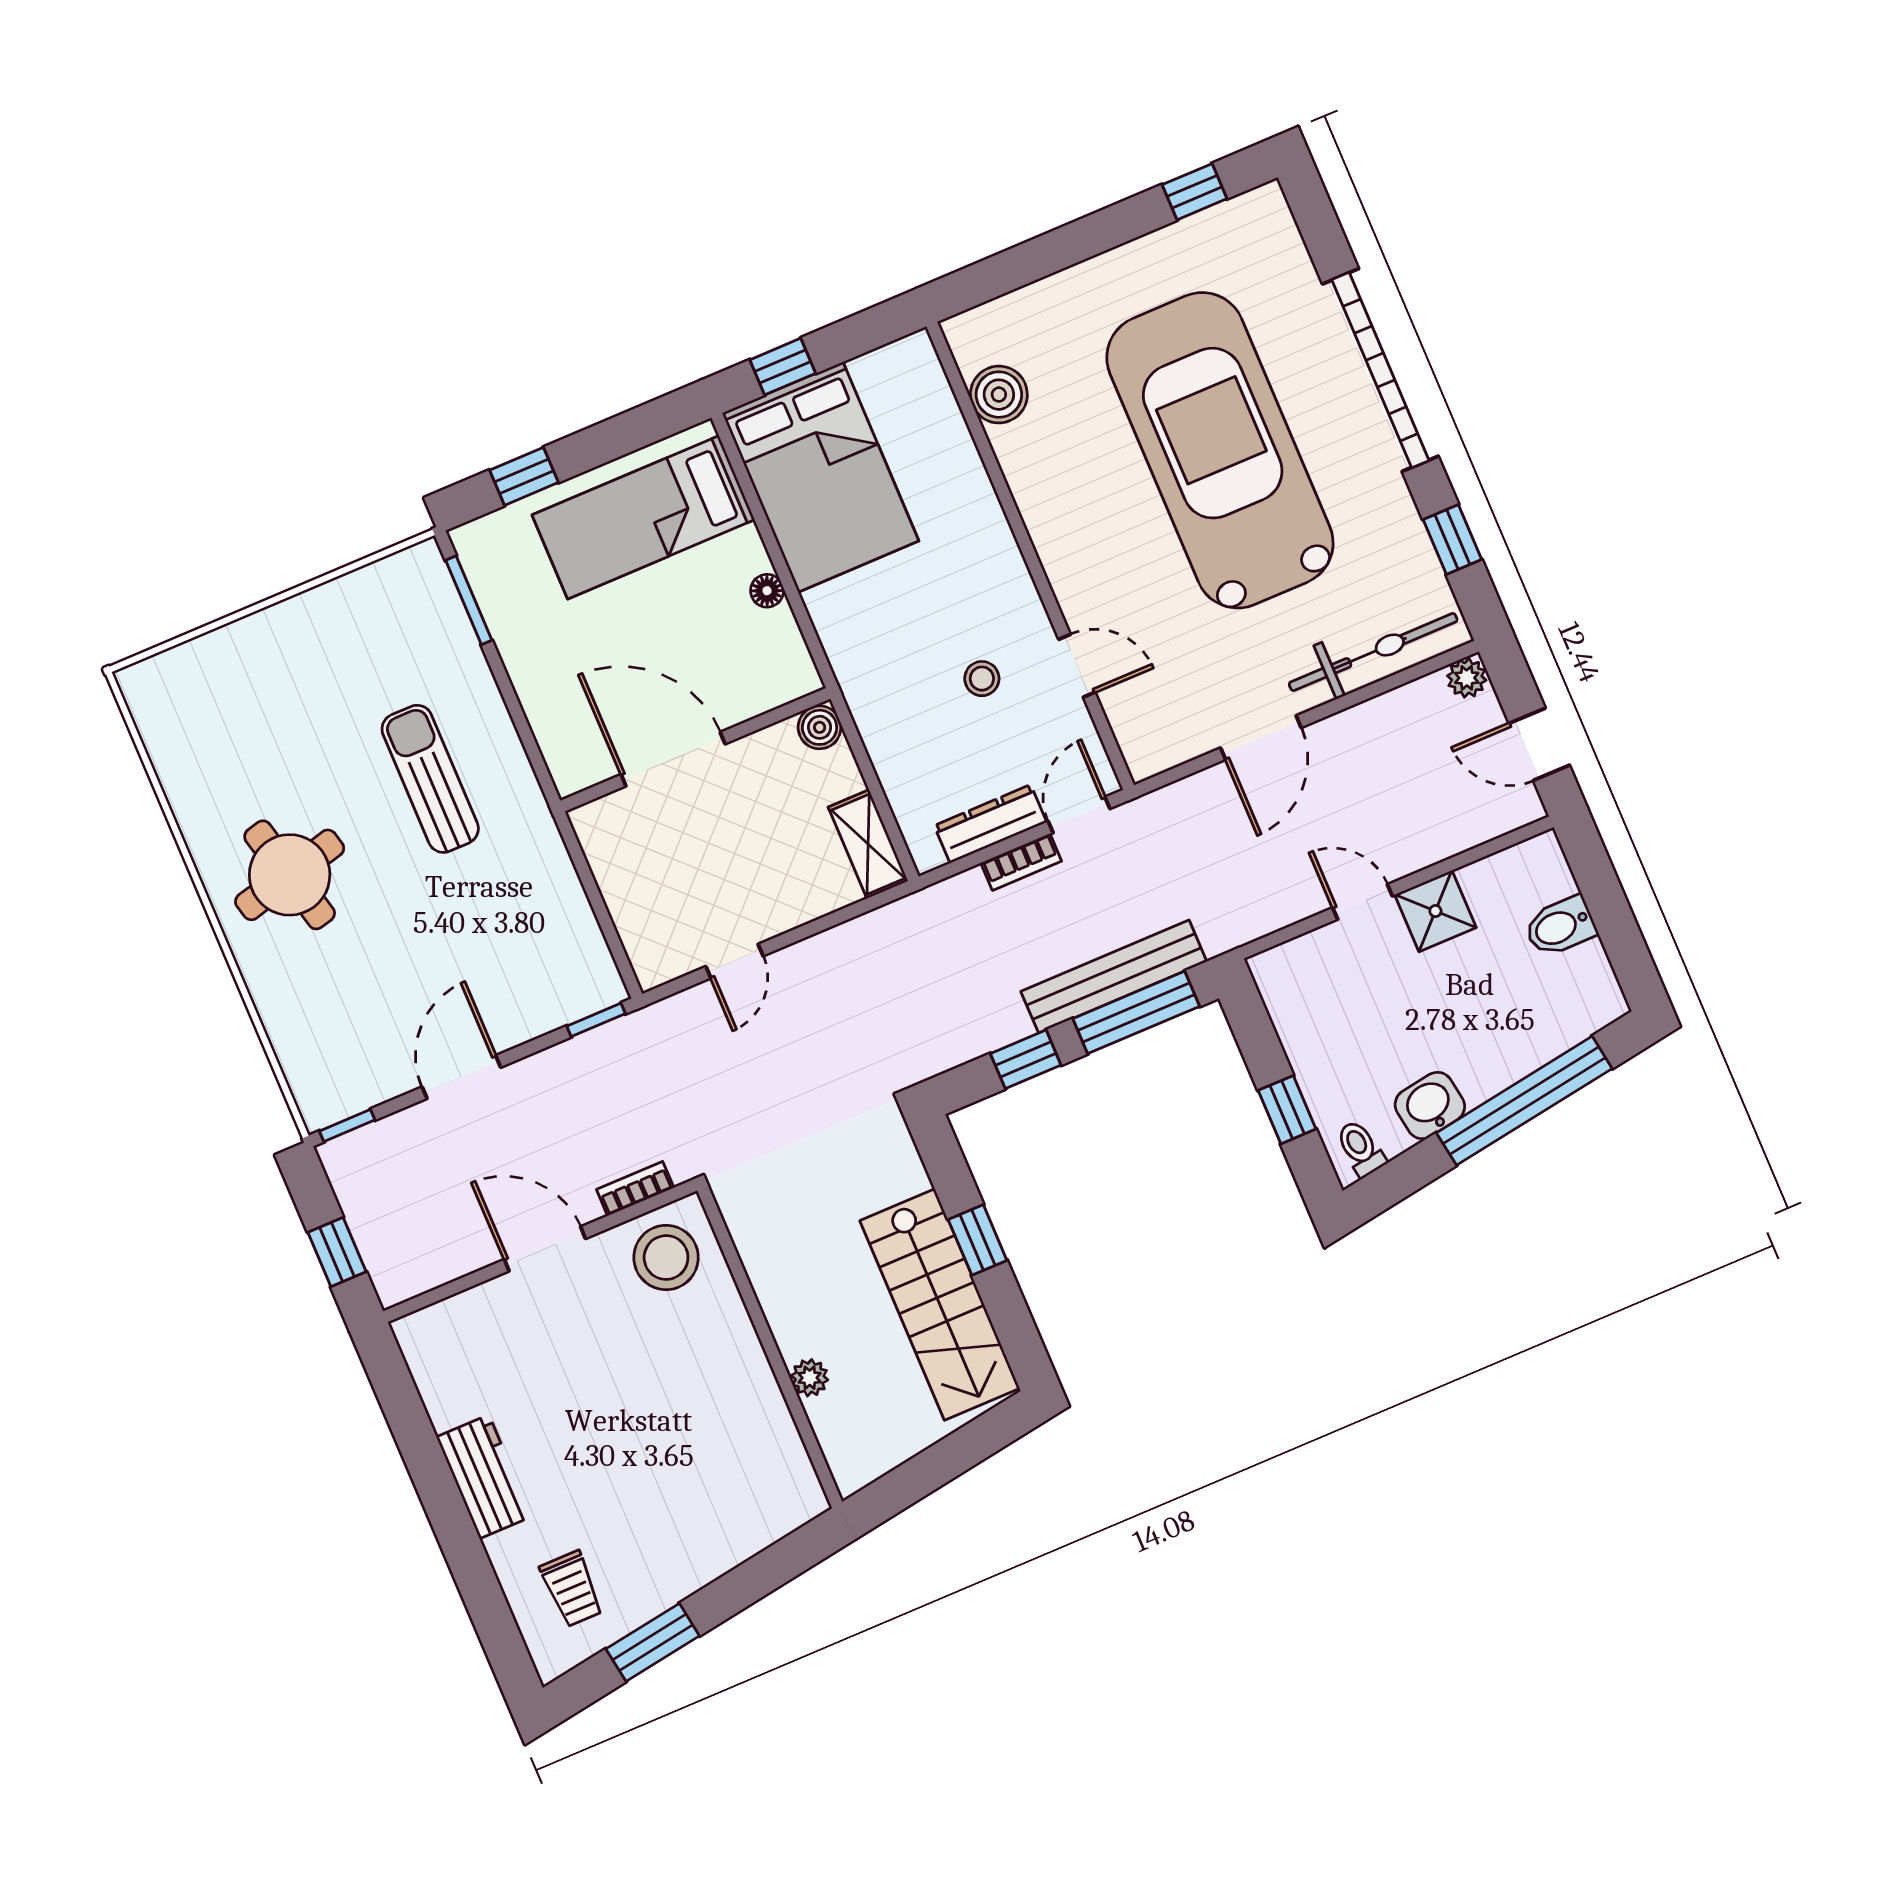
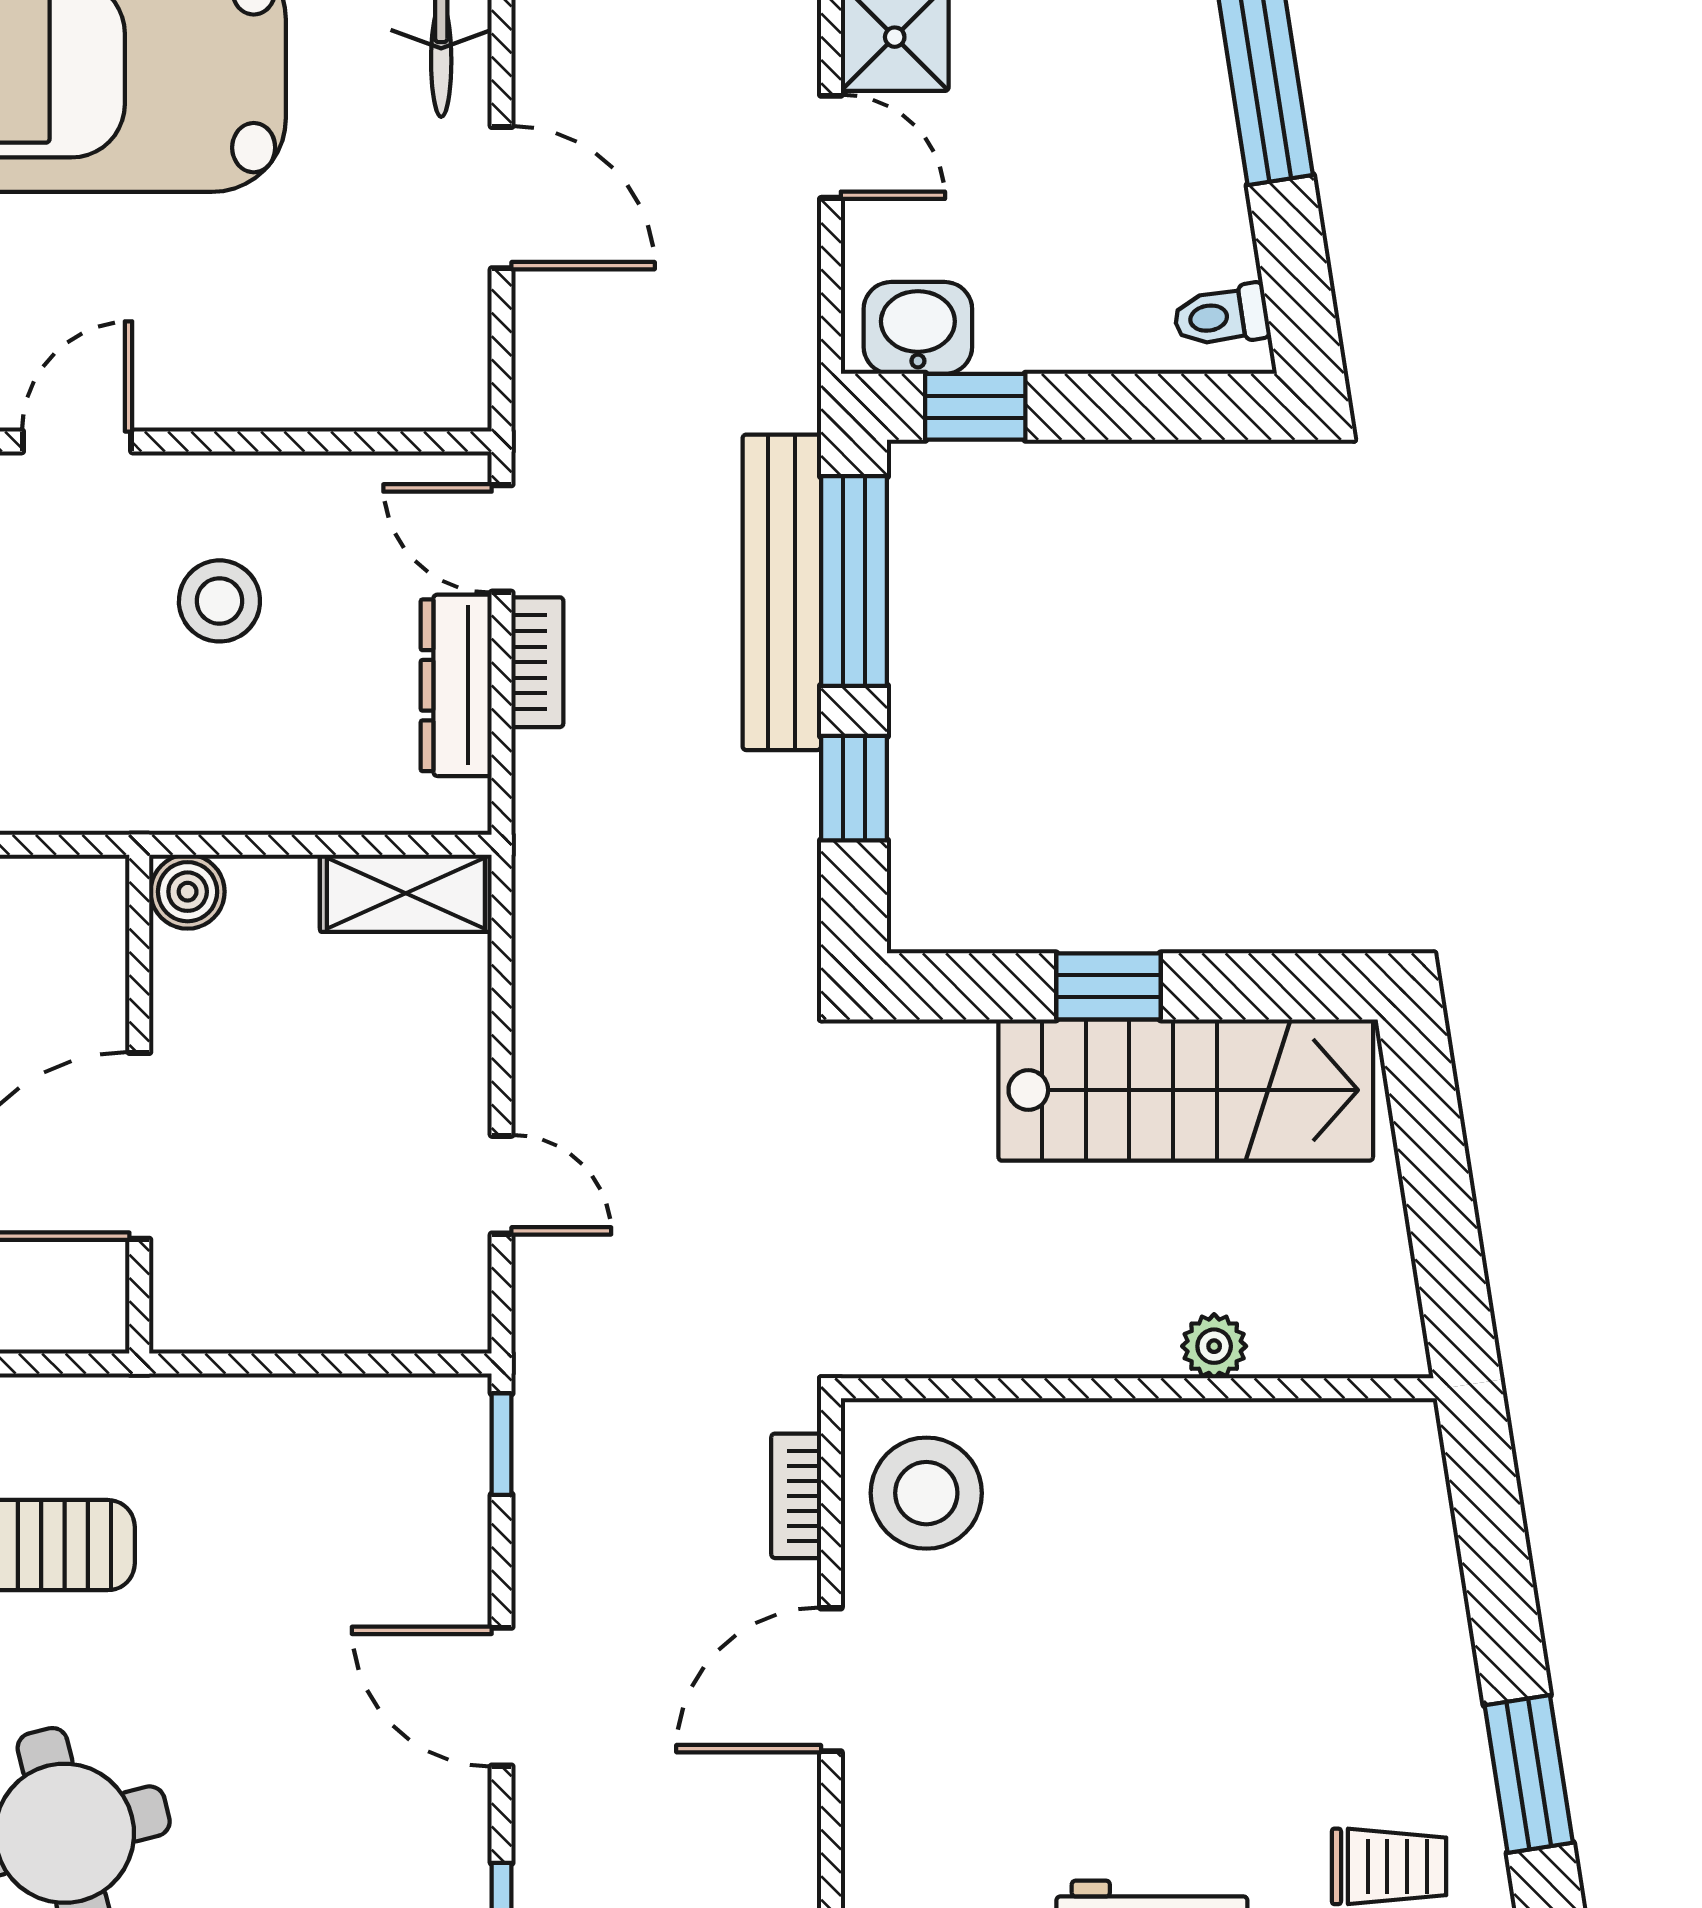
door: (1077, 666) -> (77, 441), moved
stool: (982, 679) -> (219, 601), width x1.37, depth x1.37
door: (1362, 902) -> (831, 147), swing flipped
washbasin: (1430, 1106) -> (918, 328), moved, turned 99
window: (1287, 1110) -> (975, 407), moved

